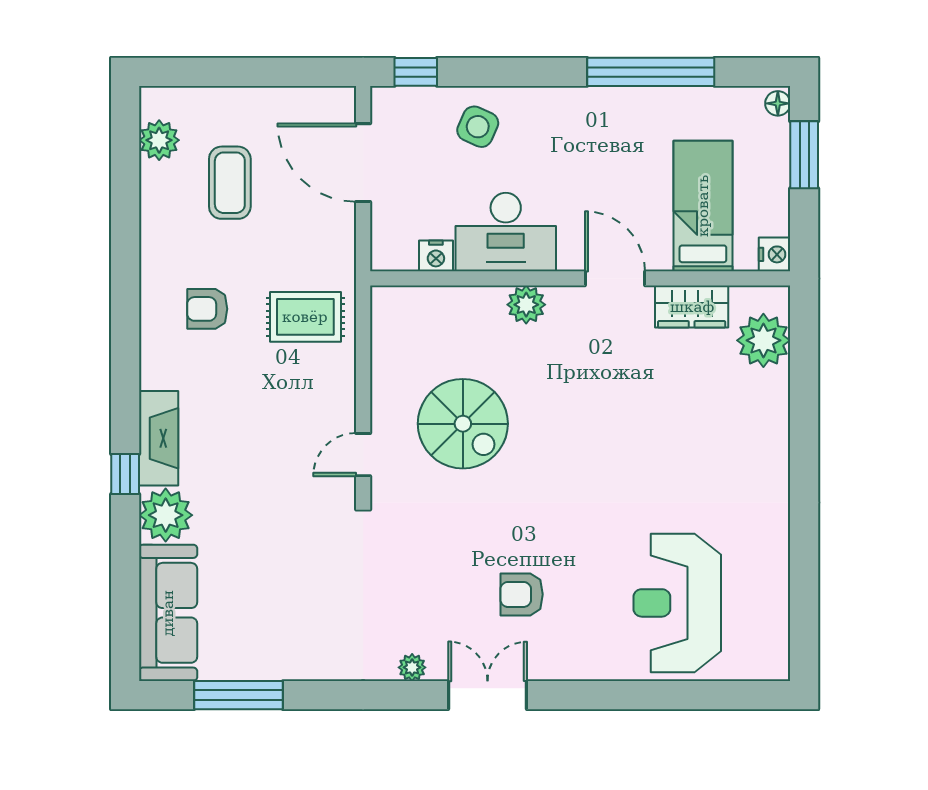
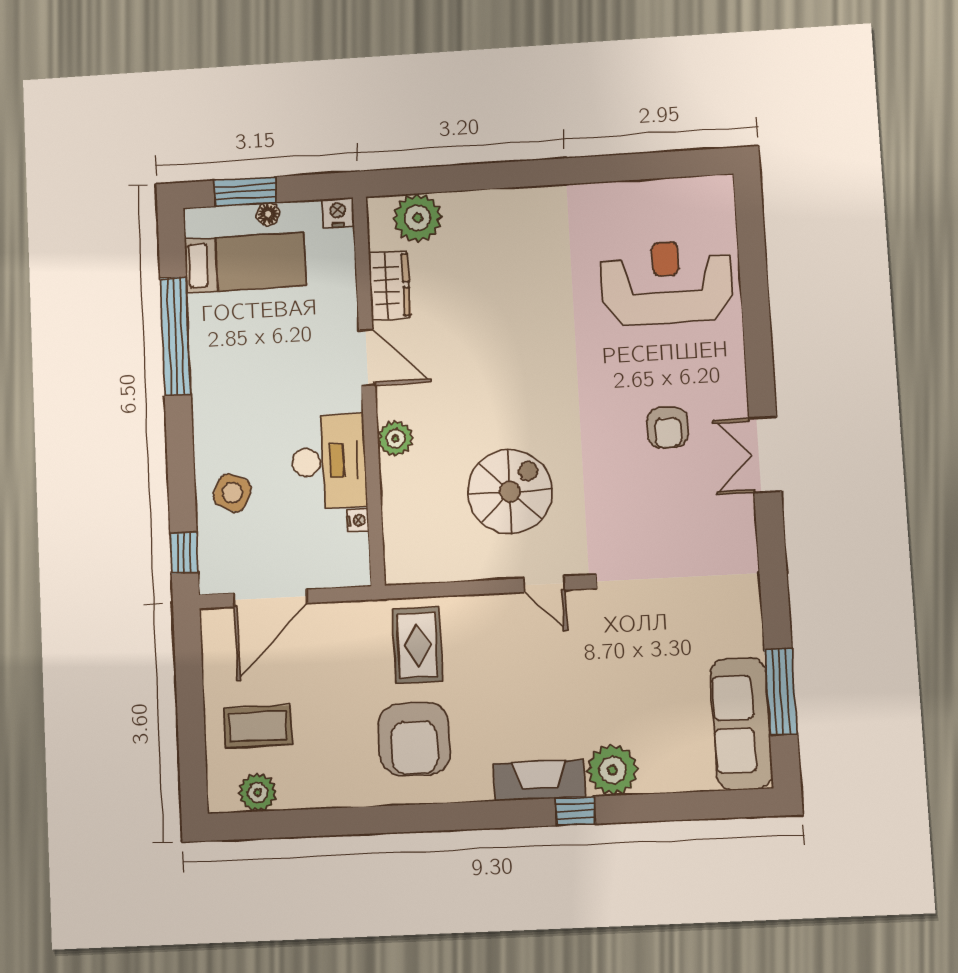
floor lamp: (778, 103) -> (268, 214), moved
coffee table: (230, 183) -> (258, 726), moved
bed: (703, 206) -> (245, 263), moved, turned 180
nightstand: (436, 256) -> (358, 521), width x0.72, depth x0.74
door: (615, 278) -> (367, 358), swing flipped
armchair: (207, 309) -> (414, 739), width x1.88, depth x1.88
reception desk: (677, 603) -> (667, 282), turned 180
sofa: (168, 613) -> (741, 724), moved, turned -90
plant: (412, 667) -> (744, 527), removed

